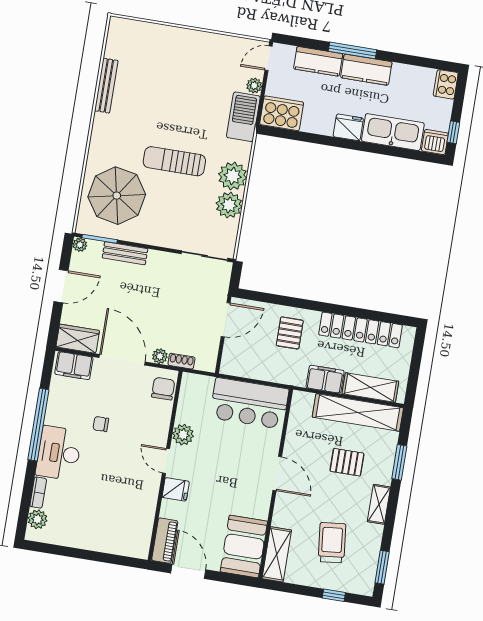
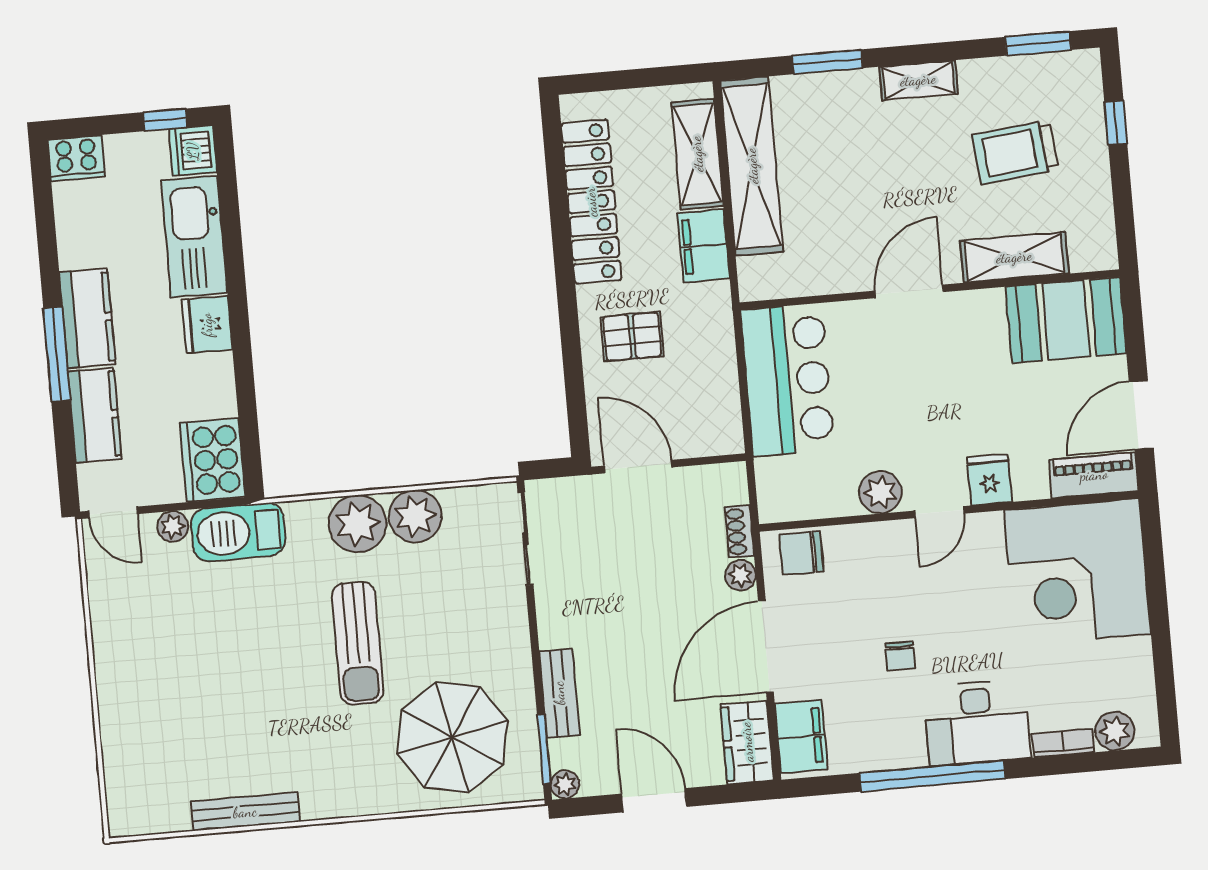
pallet: (347, 462) -> (853, 163), removed
corner desk: (120, 521) -> (1077, 572), added
shelving: (277, 554) -> (1014, 257), moved

